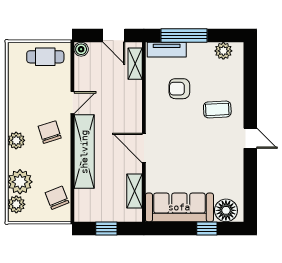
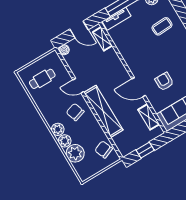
cafe table: (45, 57) -> (42, 79), moved
armchair: (179, 89) -> (164, 81), moved, turned 90
door: (72, 103) -> (78, 86), swing flipped
coffee table: (217, 109) -> (162, 26), moved
plant: (16, 204) -> (65, 141), moved

